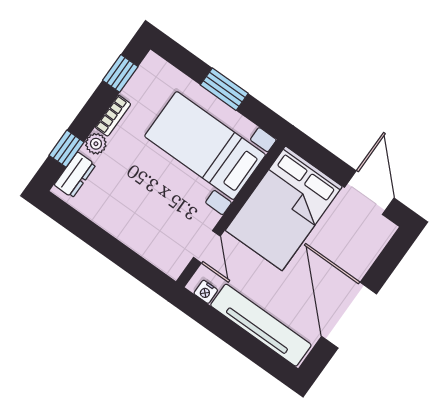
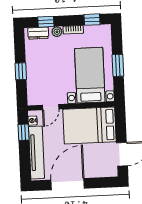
window: (113, 250) -> (21, 71), added
window: (213, 321) -> (23, 132), added

